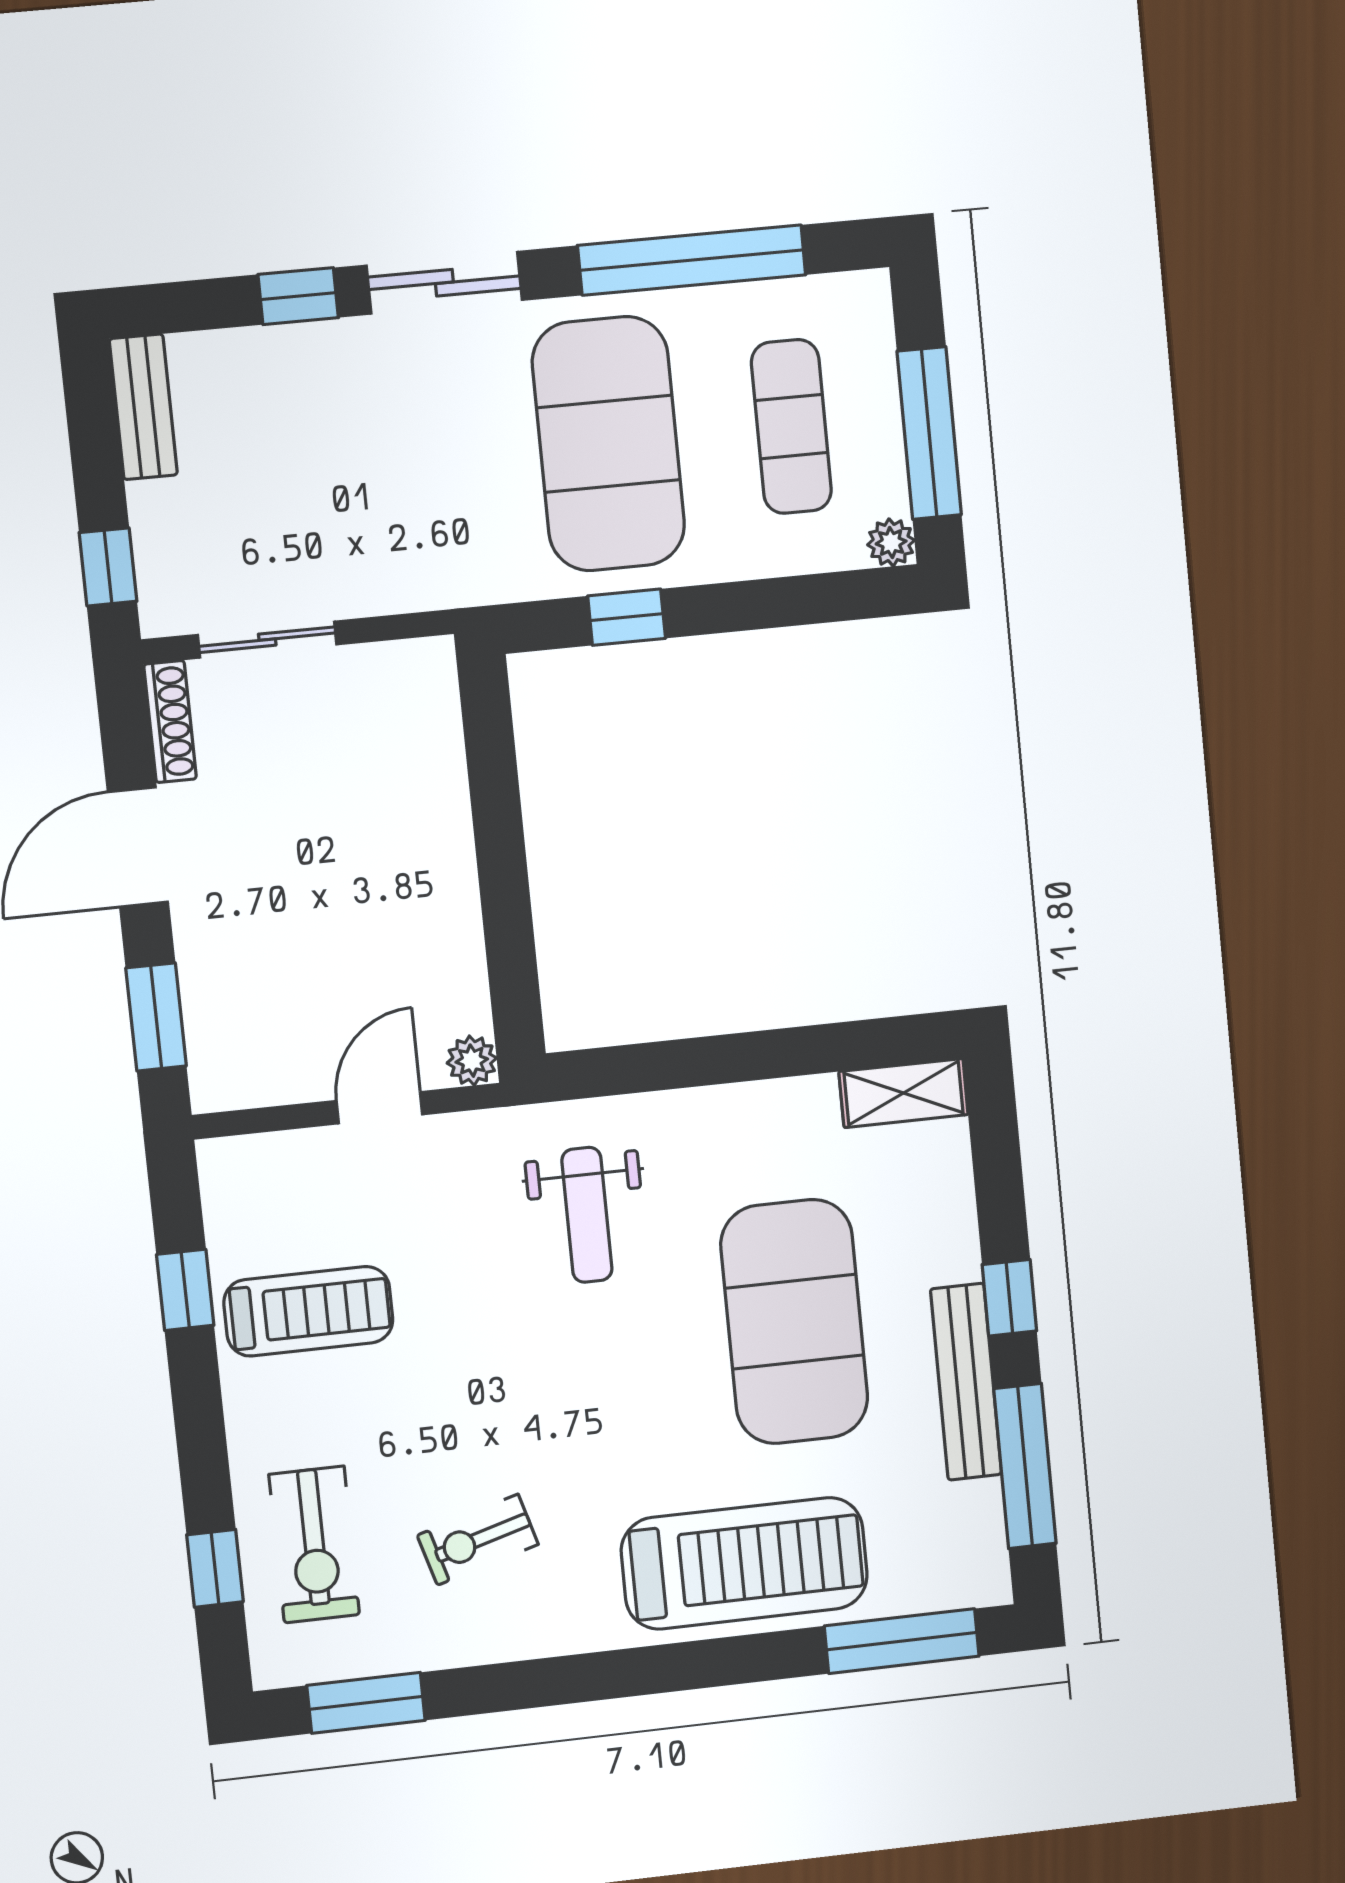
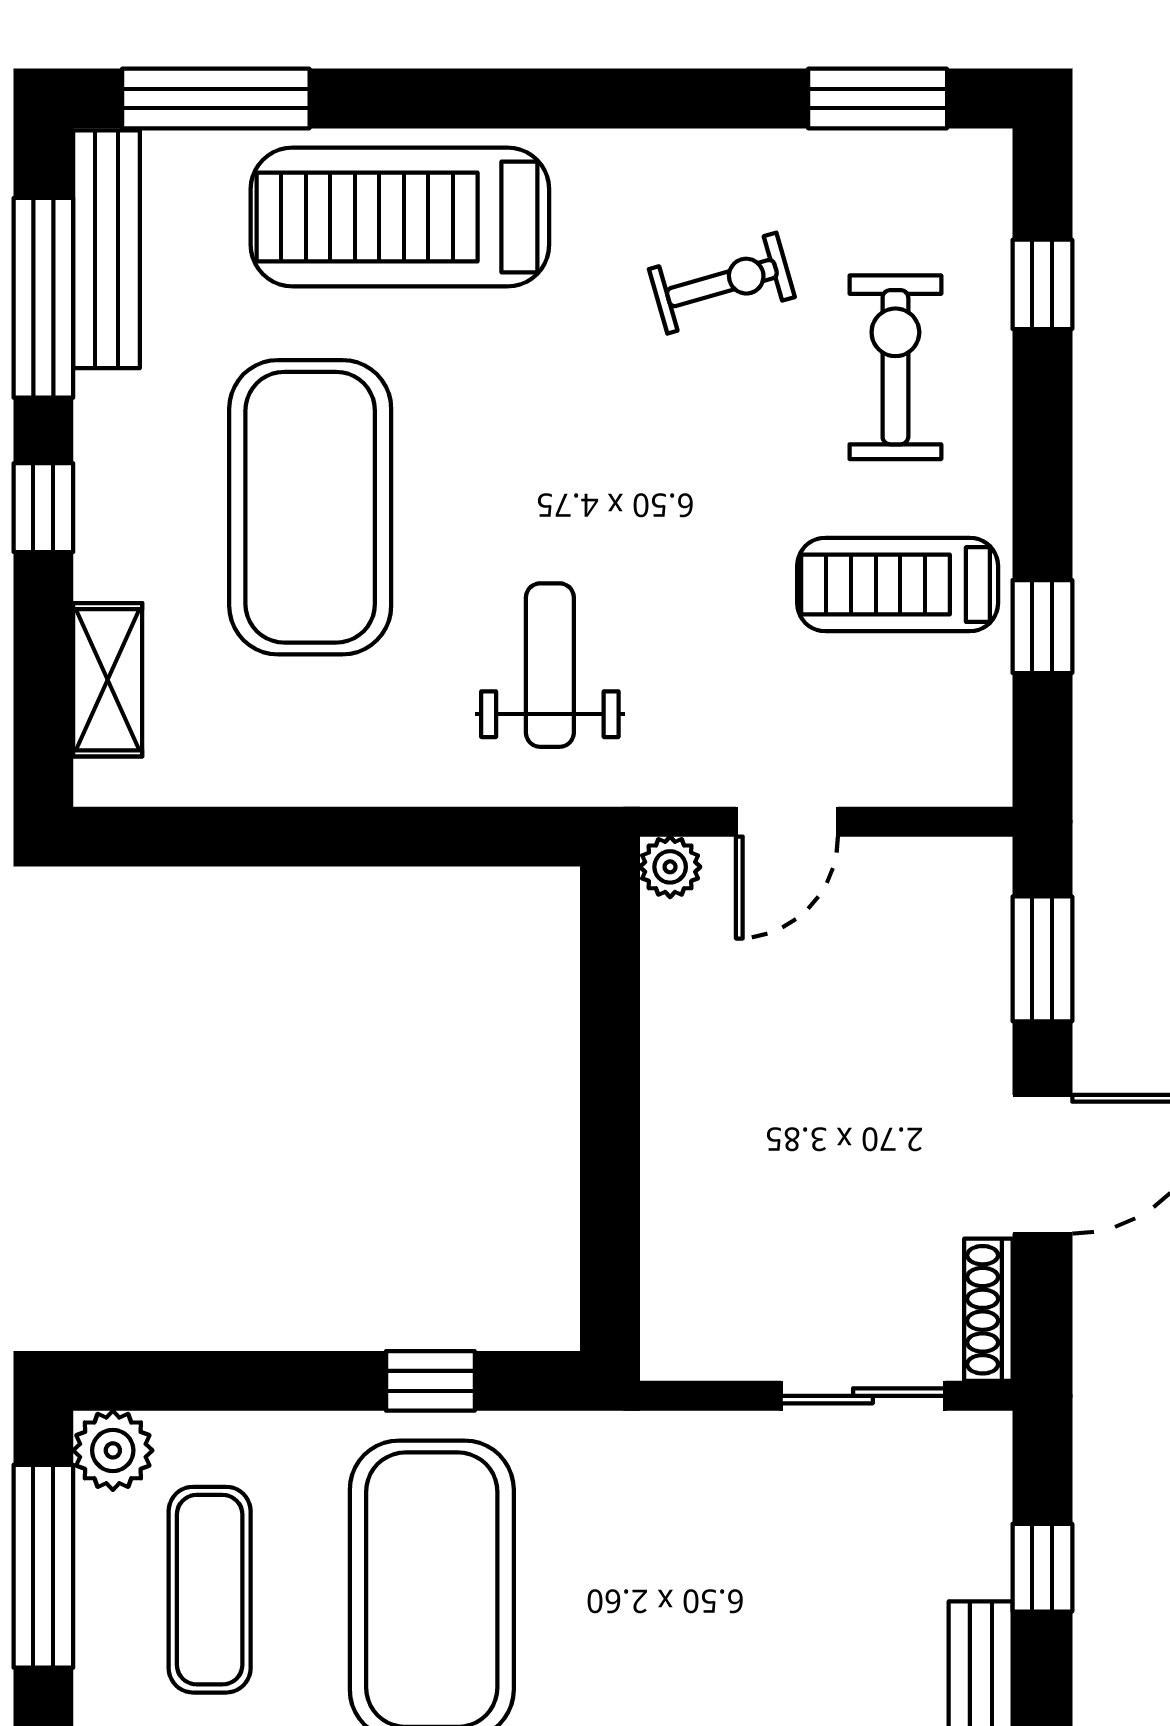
plant: (891, 542) -> (113, 1450), width x1.38, depth x1.38
window: (108, 567) -> (1042, 1568), moved
shelving: (904, 1093) -> (108, 680), moved, turned 90
bench: (966, 1382) -> (106, 249), moved
exercise bike: (314, 1545) -> (895, 367), moved

